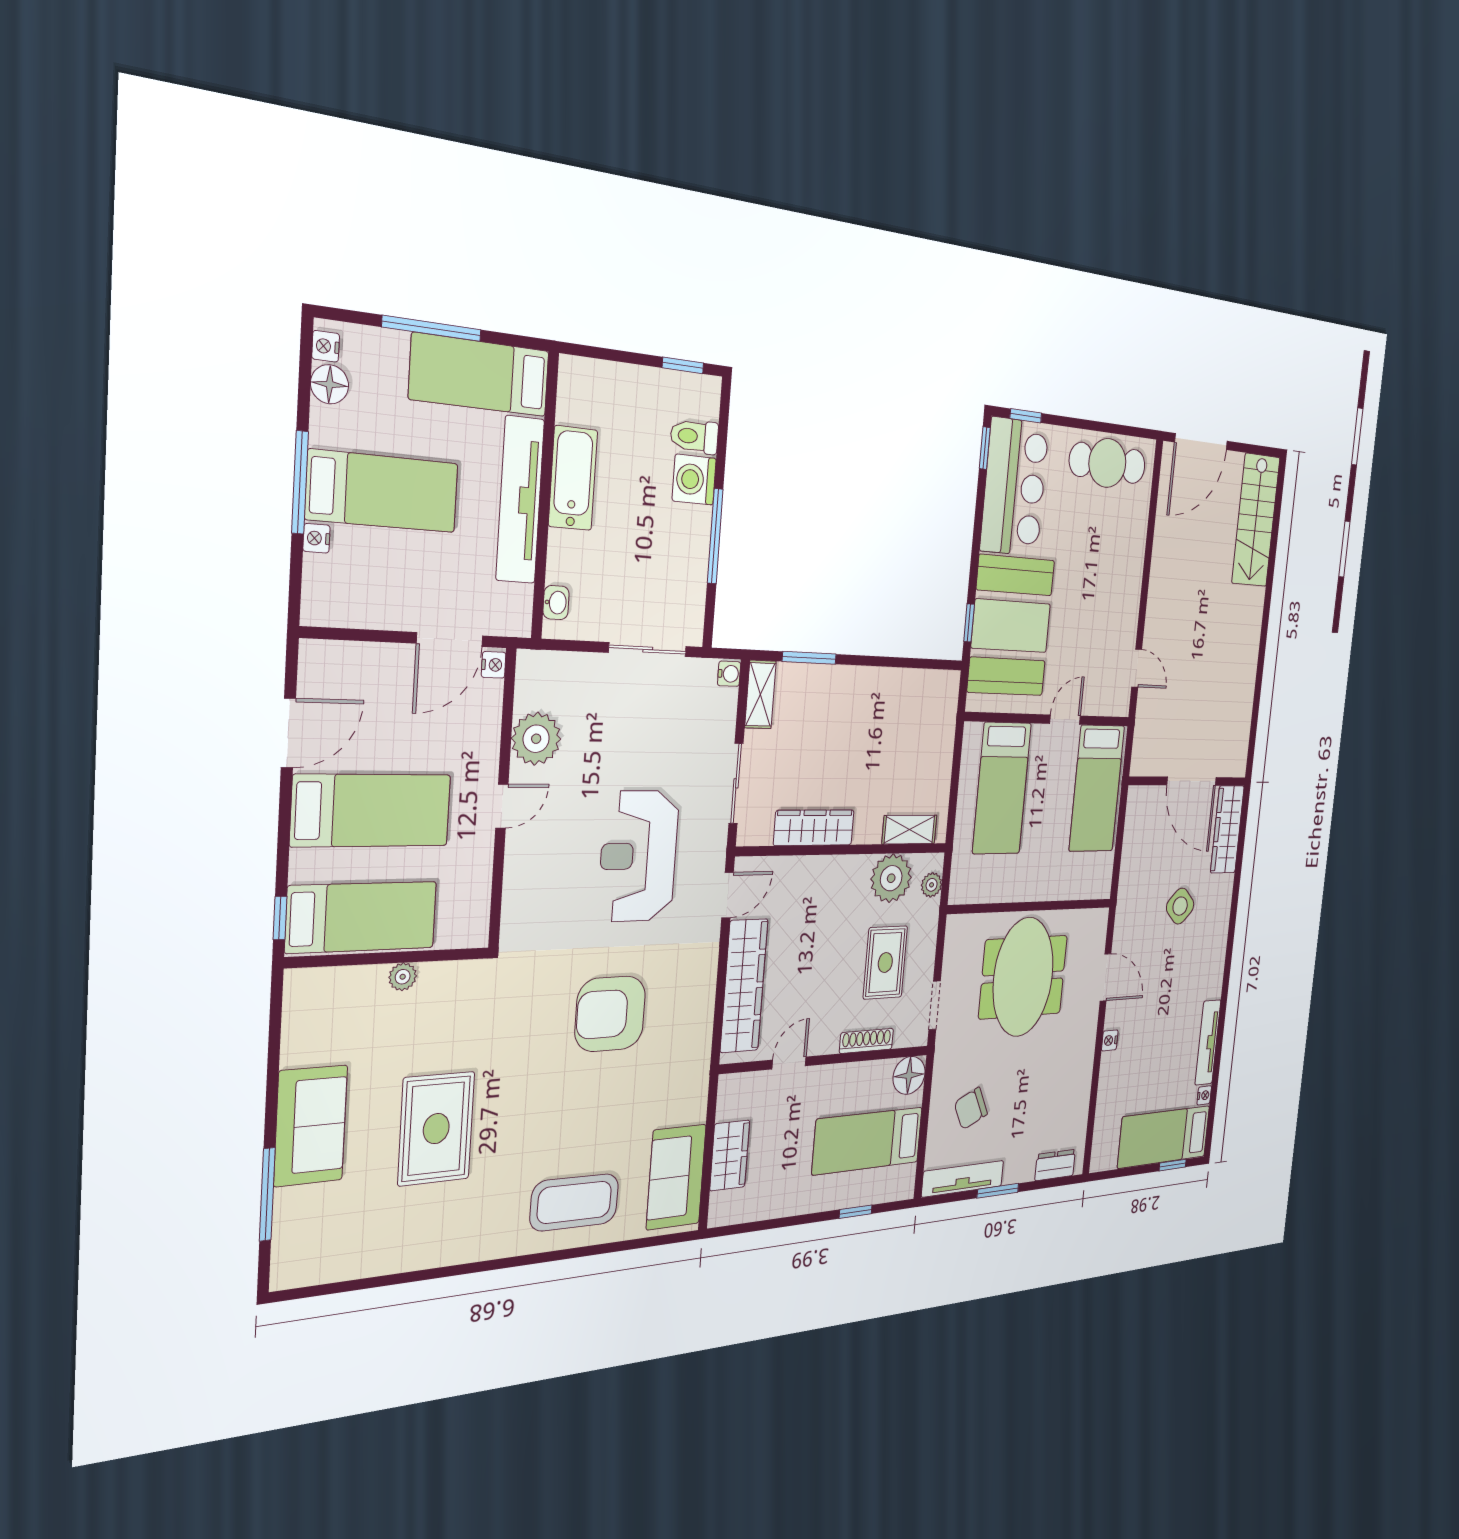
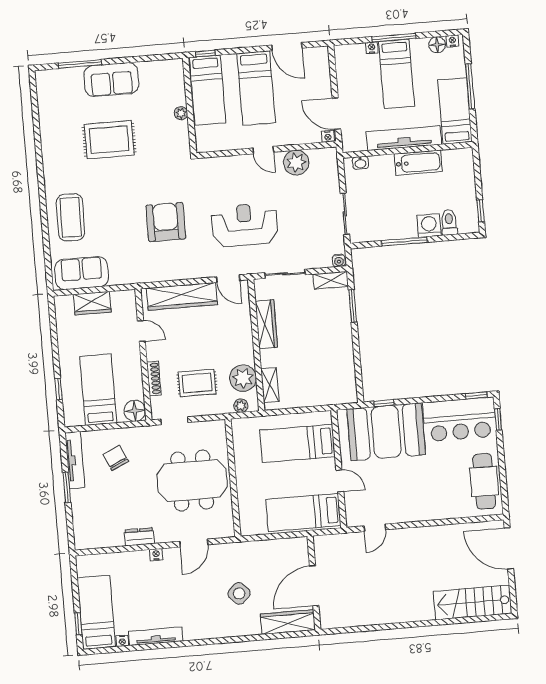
dresser: (1055, 1165) -> (139, 537), moved, turned -90

